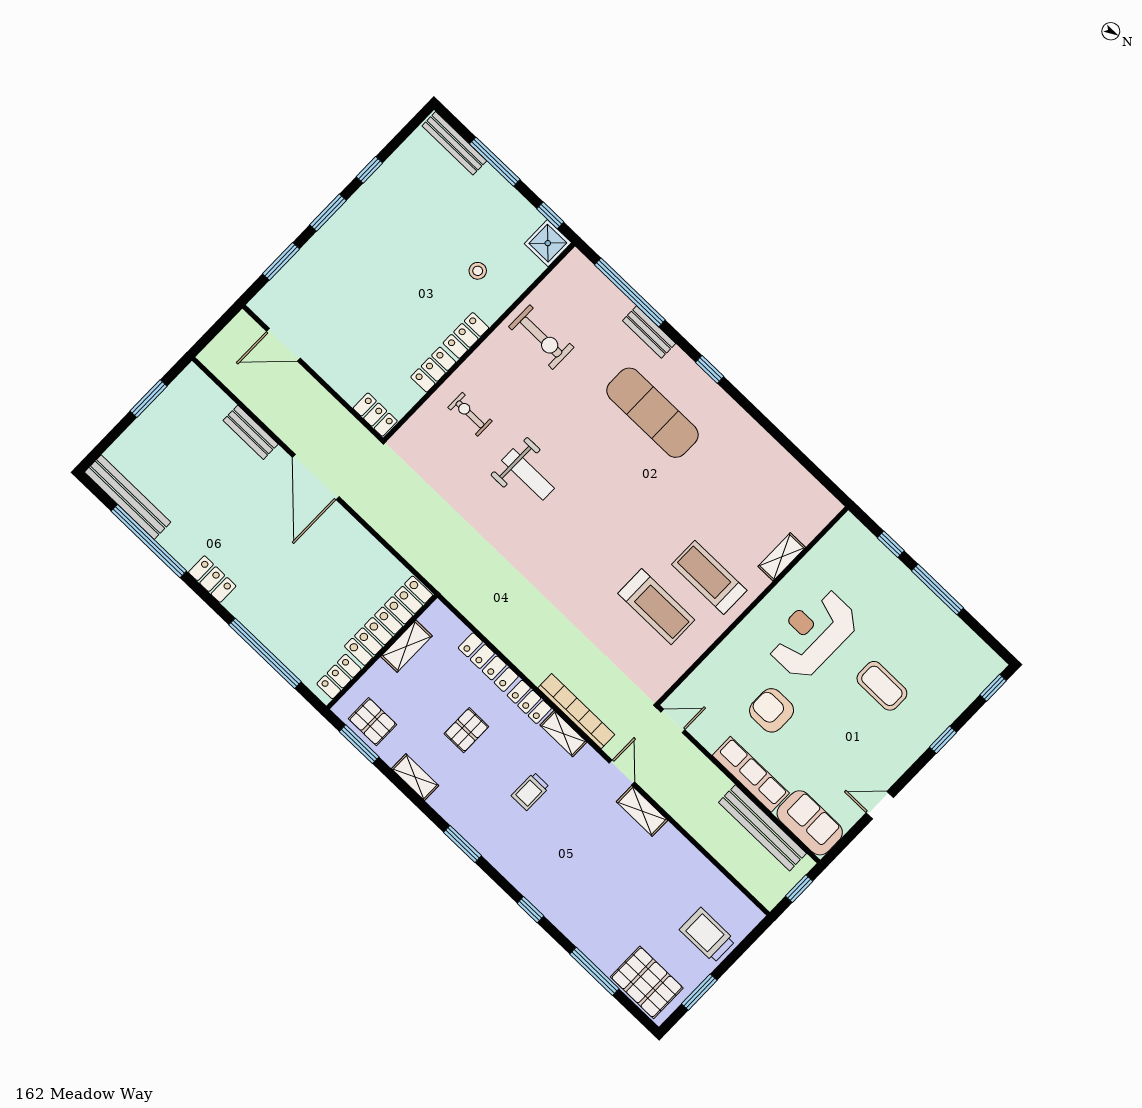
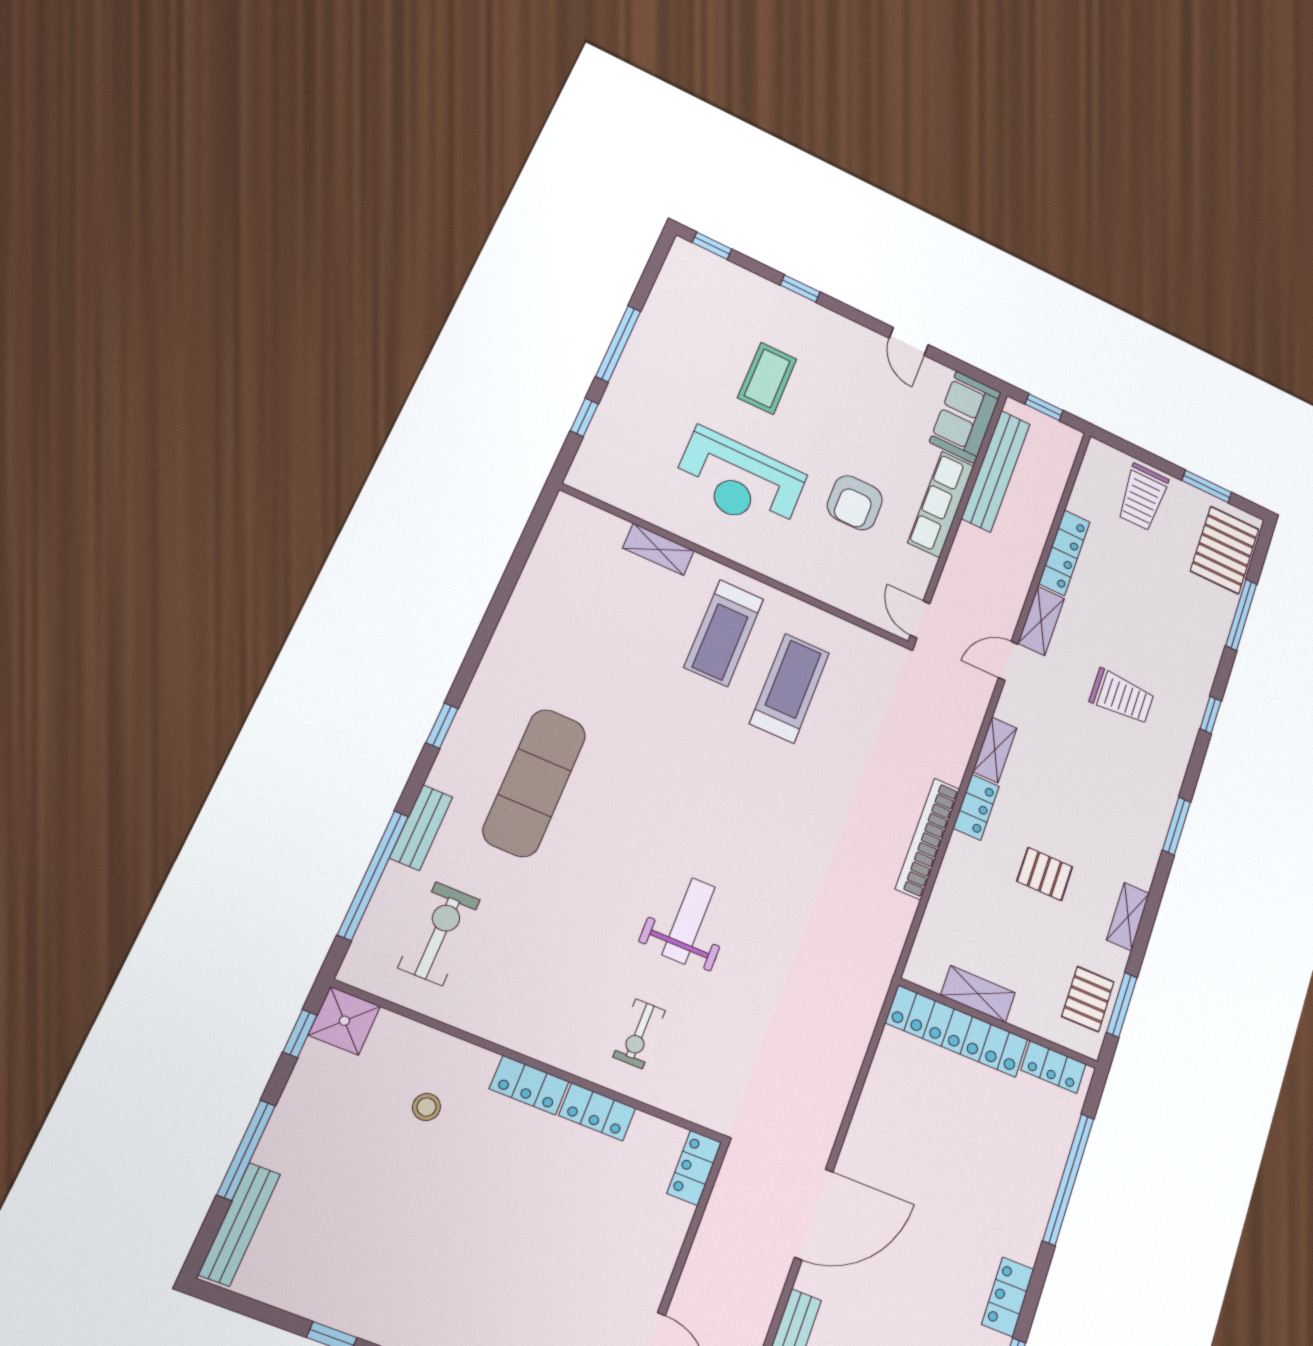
exercise bike: (541, 337) -> (439, 934), moved
locker: (488, 662) -> (1064, 553), moved
bookcase: (576, 711) -> (928, 839), moved
trolley: (530, 791) -> (1122, 697), moved, width x1.36, depth x1.39

